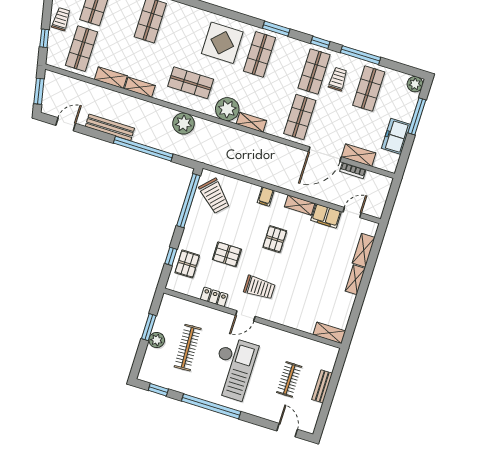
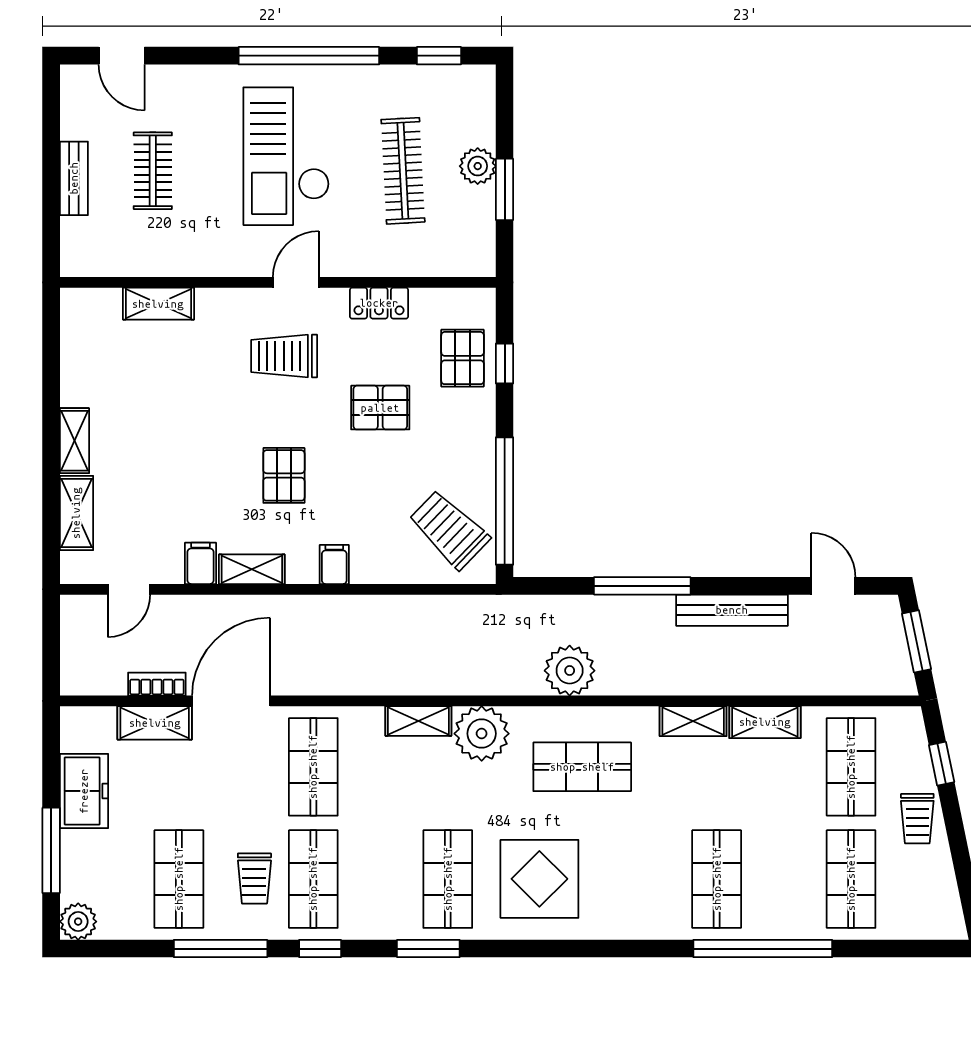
door: (66, 124) -> (833, 586), swing flipped
window: (143, 149) -> (642, 586), width x0.68
filing cabinet: (326, 216) -> (201, 563), width x0.50
shelving: (329, 333) -> (158, 304), moved

